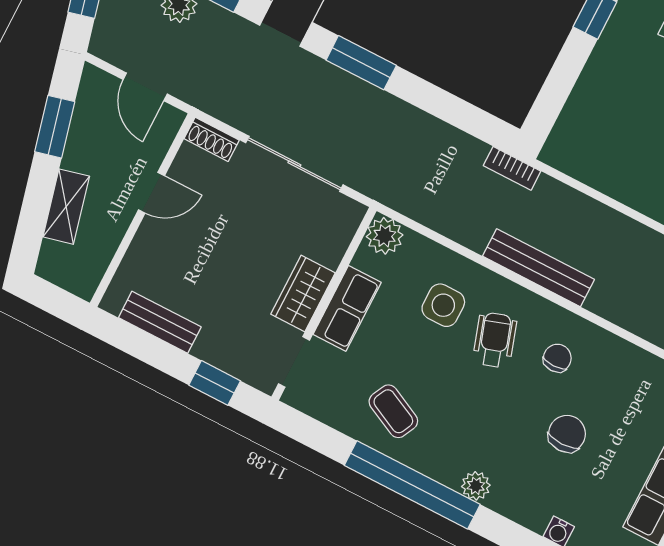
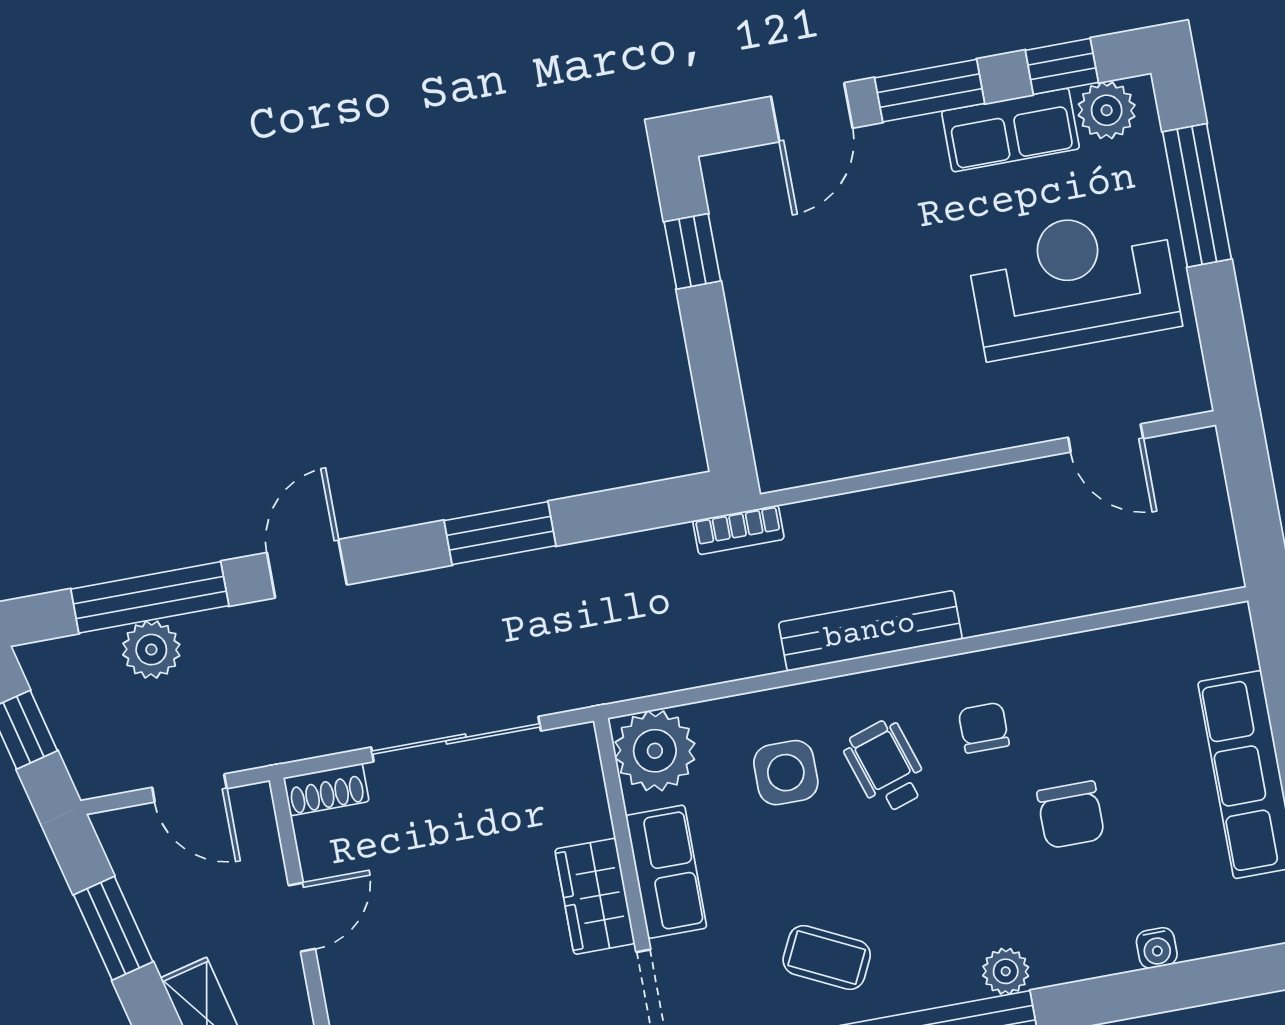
window: (361, 63) -> (500, 533), moved
plant: (385, 236) -> (655, 751), width x1.36, depth x1.36
chair: (567, 434) -> (1071, 815), turned 180

